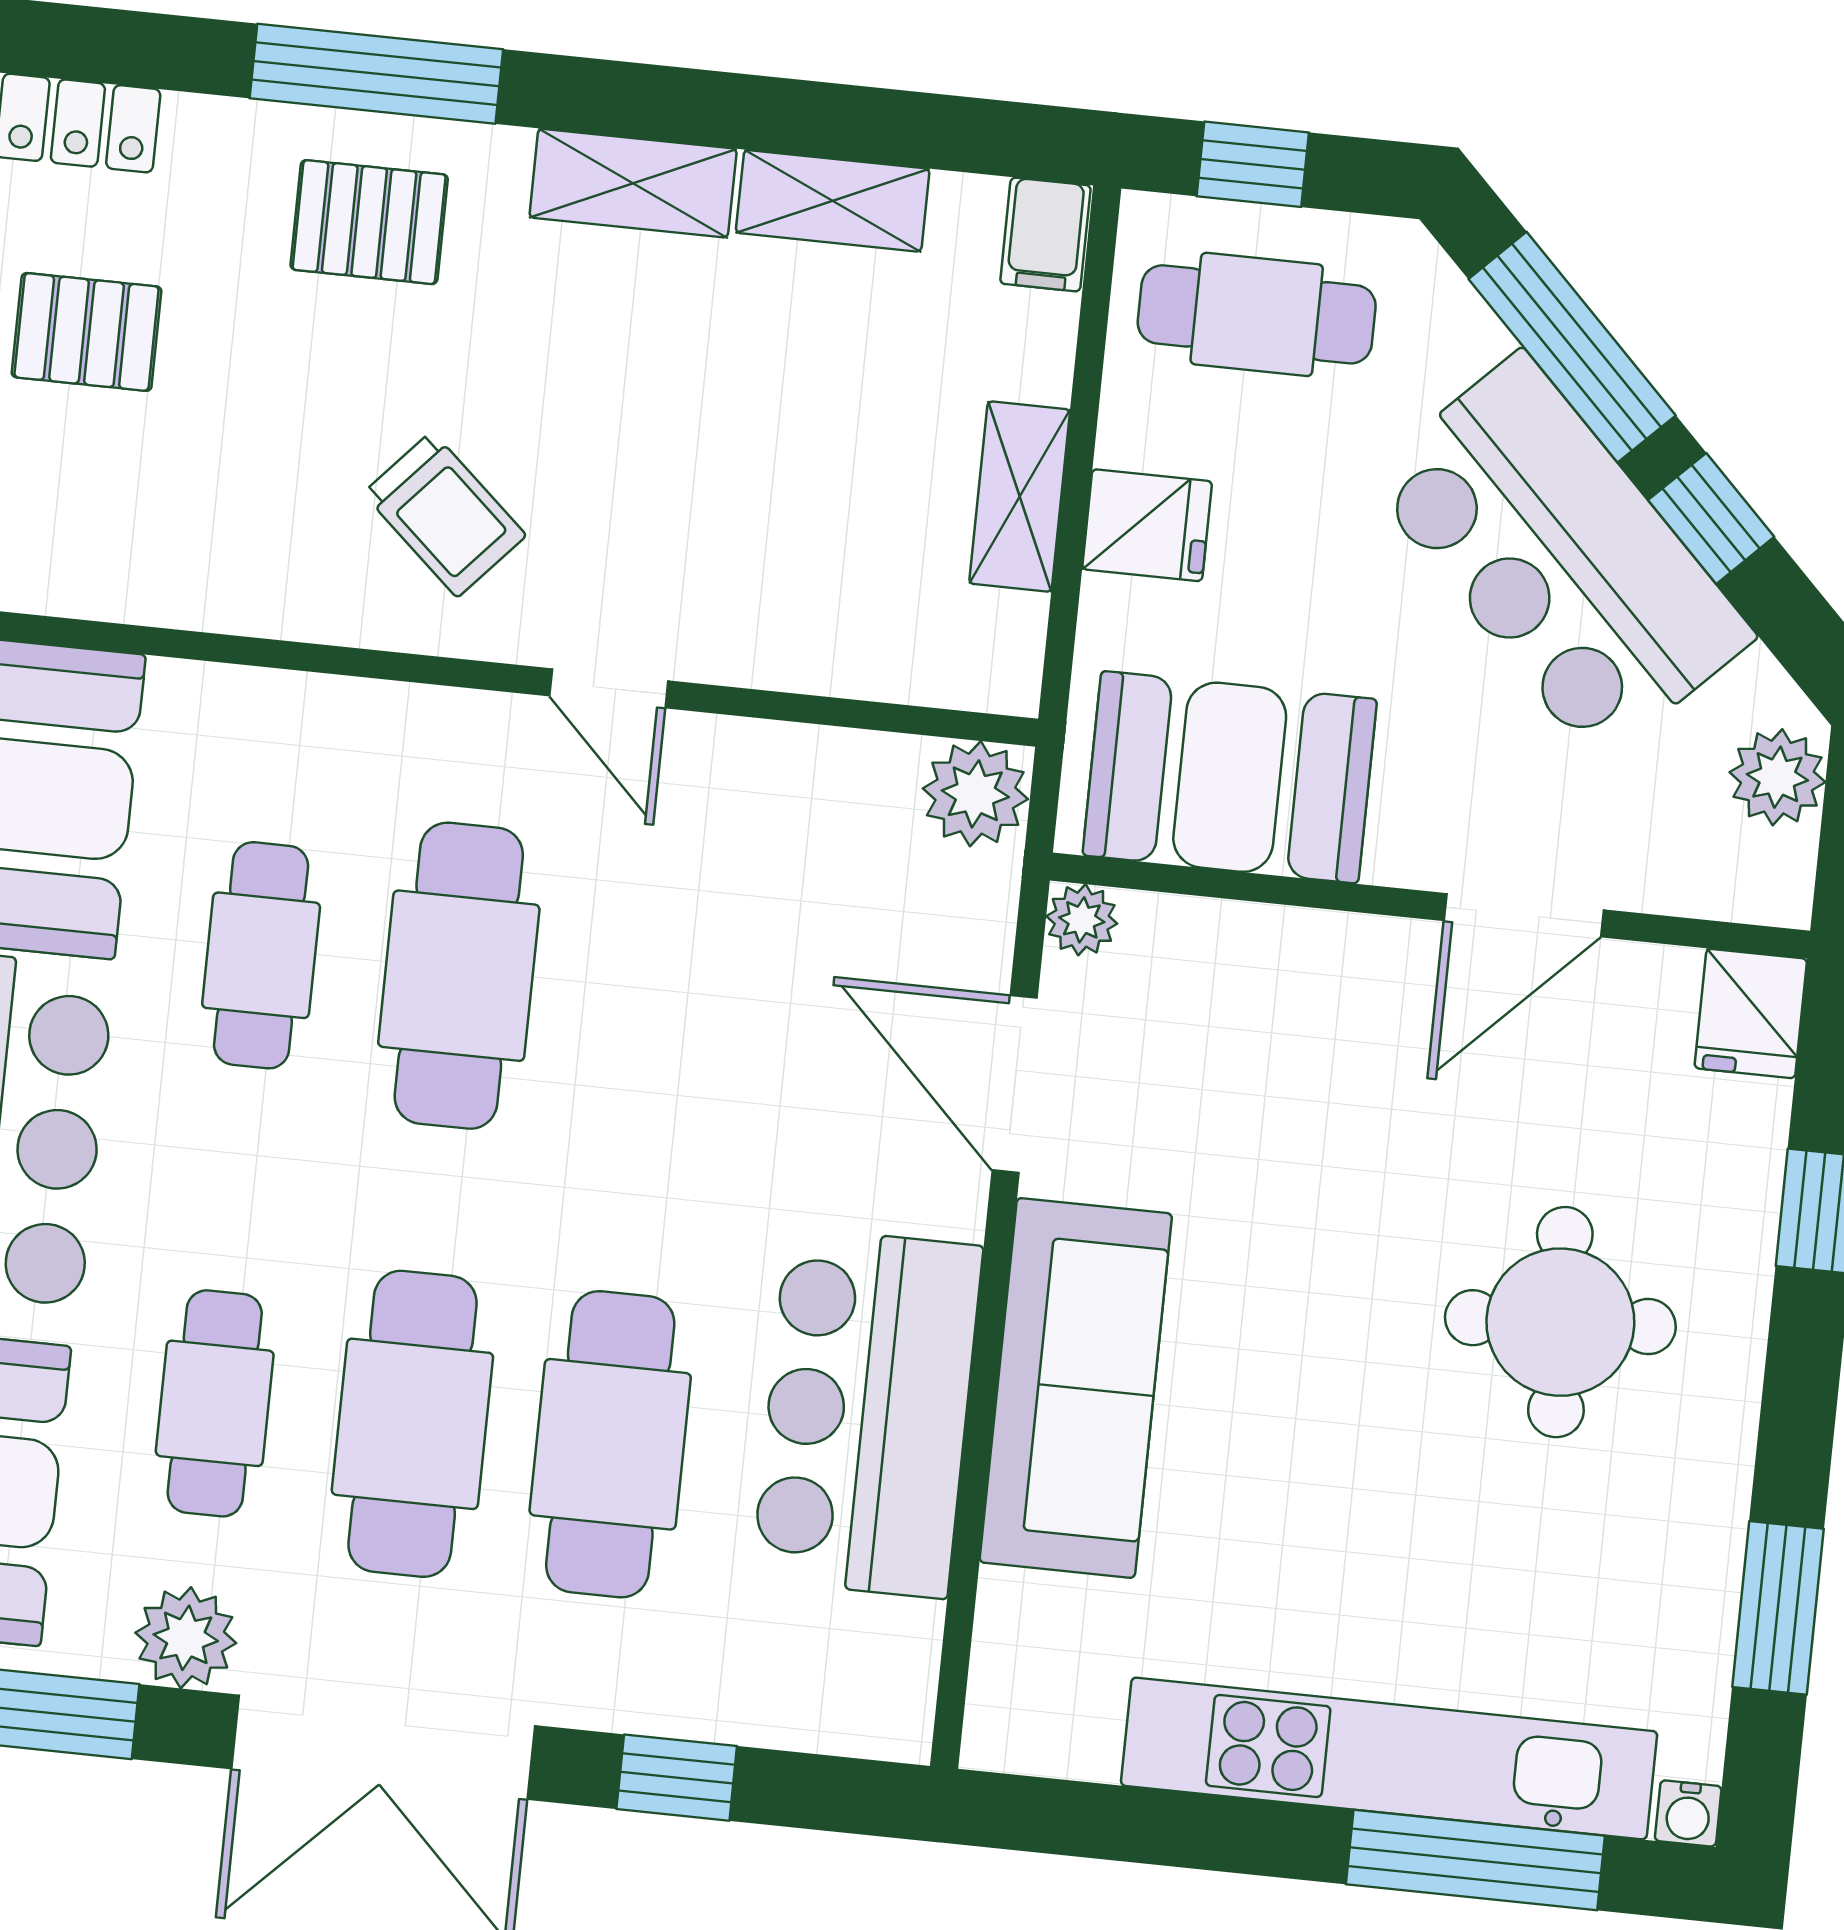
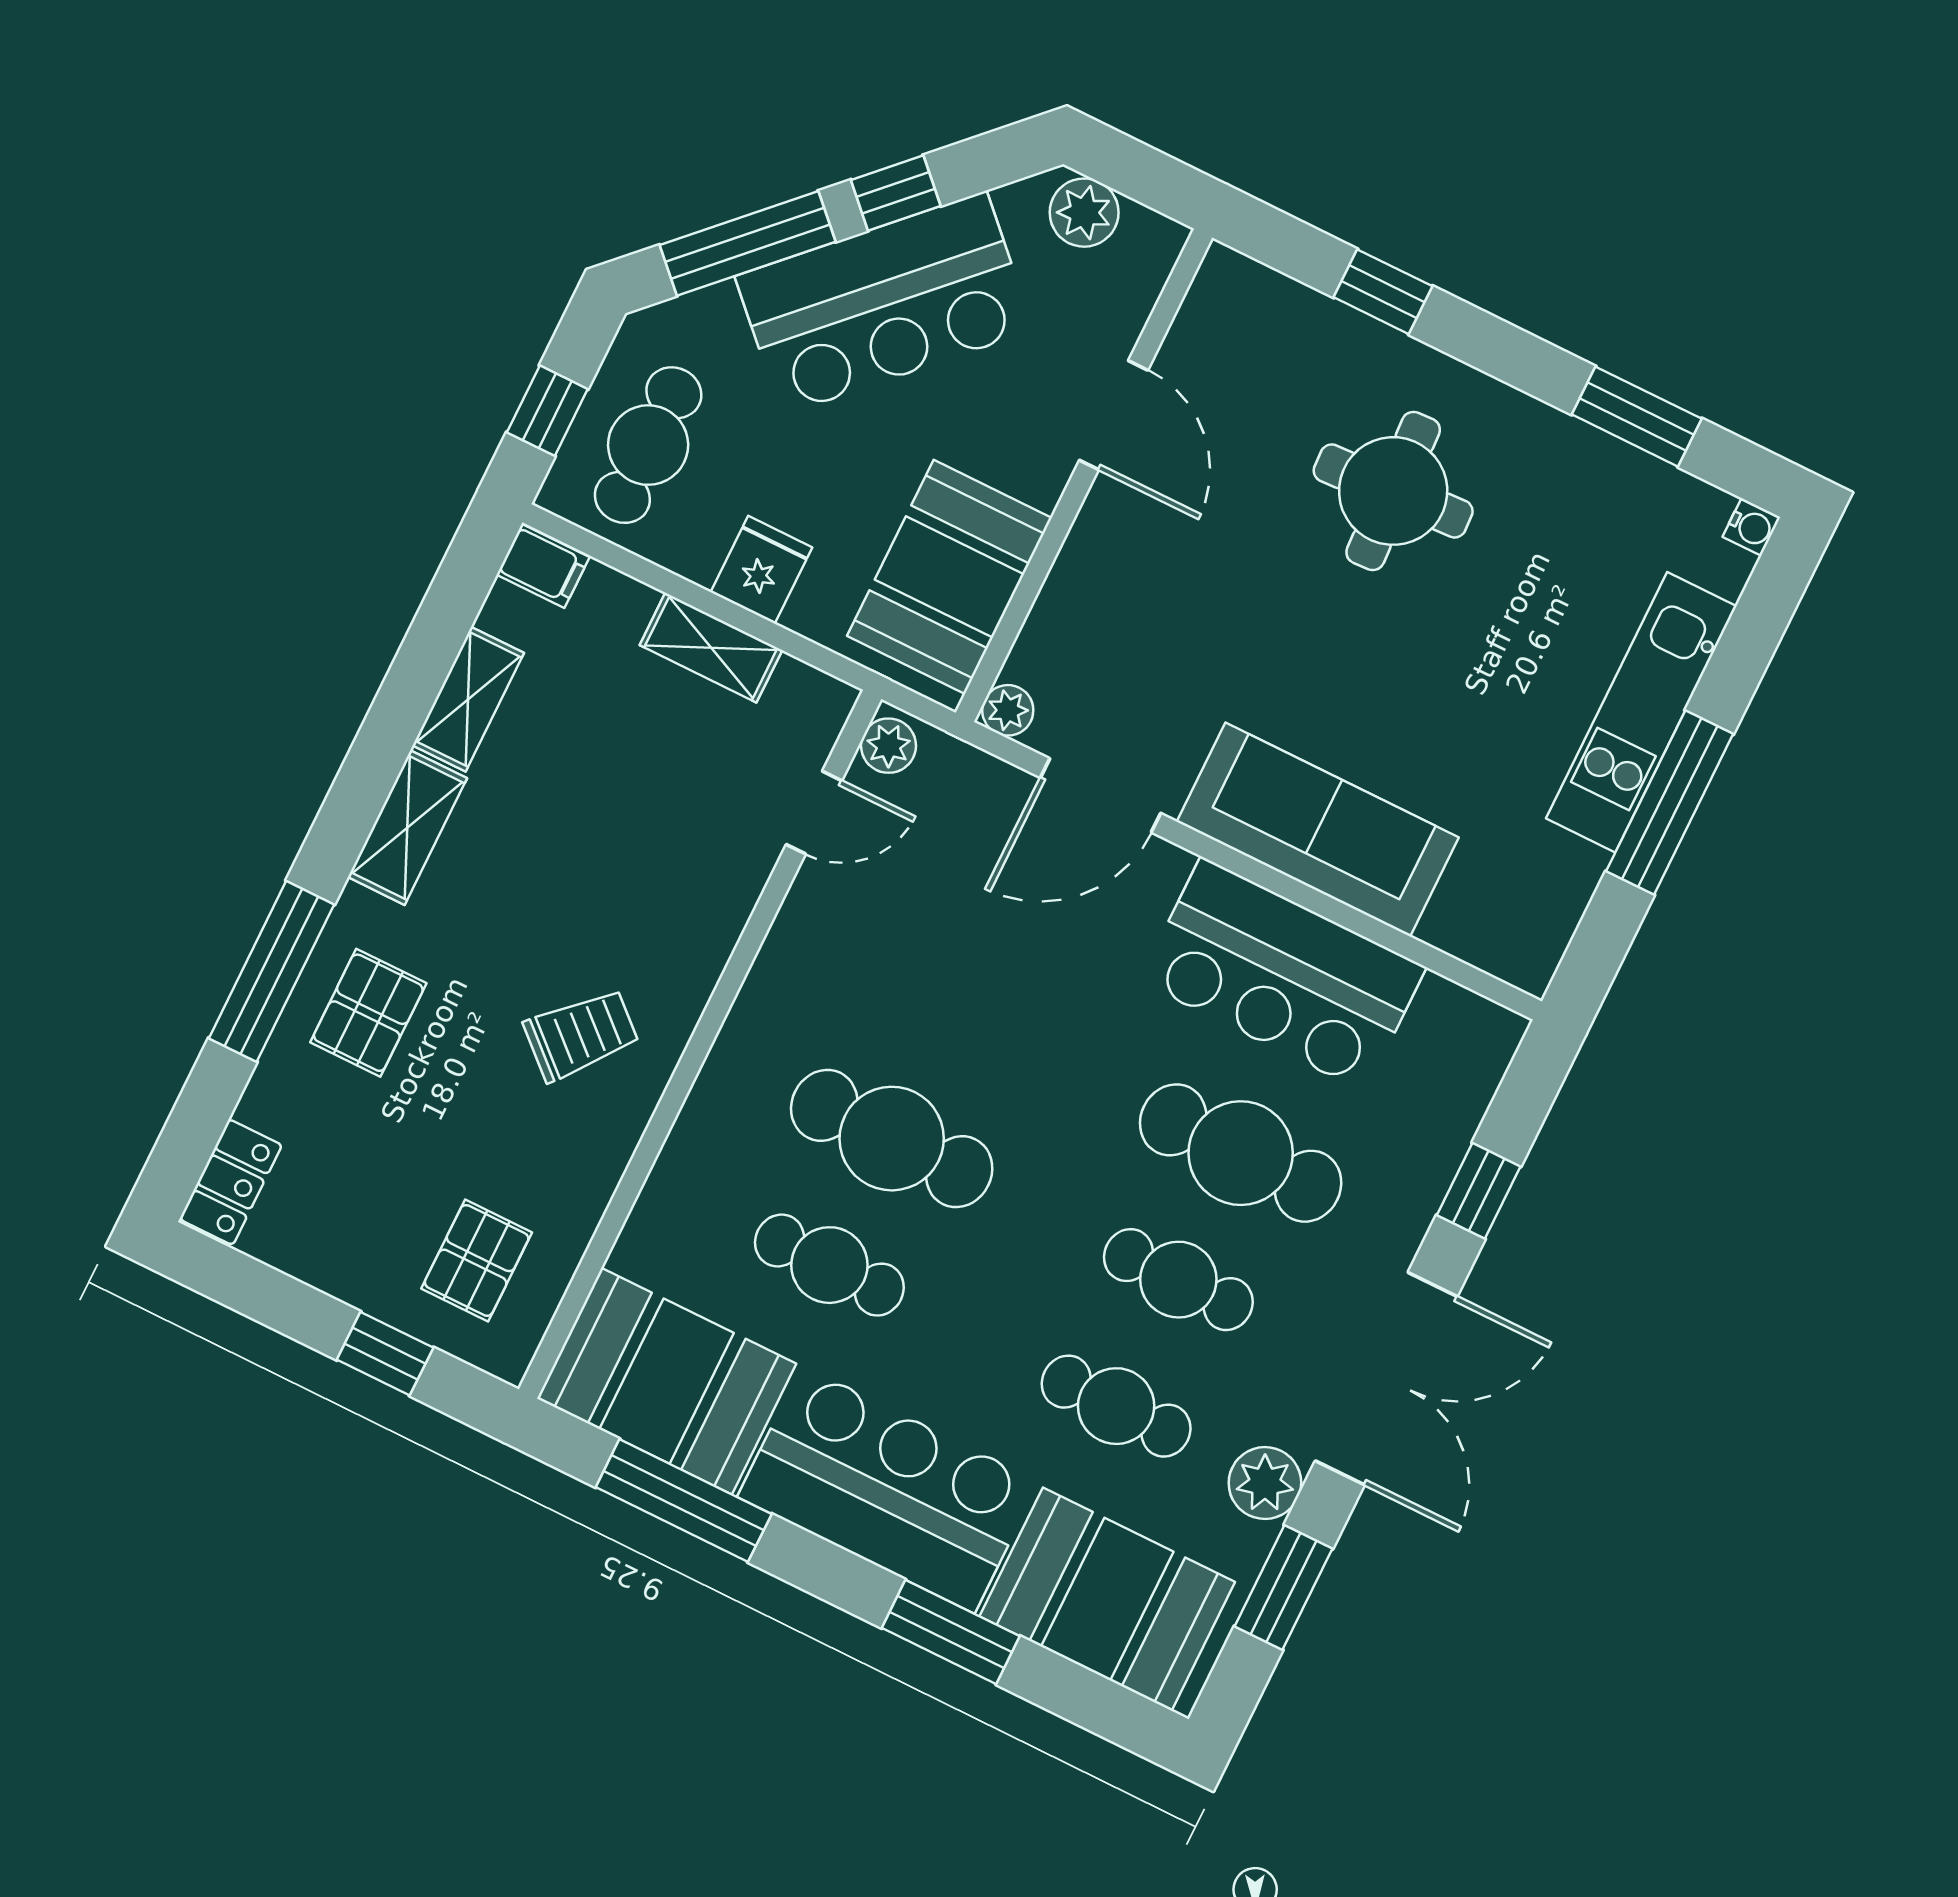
pallet: (87, 332) -> (477, 1260), moved
door: (609, 688) -> (814, 813), moved
plant: (975, 794) -> (889, 746), width x0.73, depth x0.73
fridge: (1751, 1014) -> (1235, 288), removed
cafe table: (412, 1424) -> (1178, 1280), width x0.73, depth x0.74
kitchen unit: (1389, 1758) -> (1641, 712), width x0.73
window: (1475, 1860) -> (1670, 803), moved

